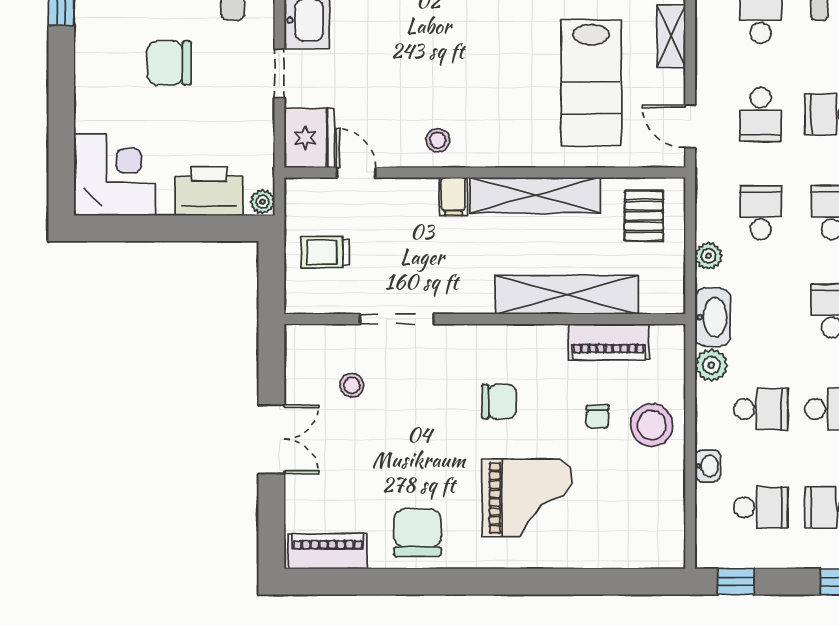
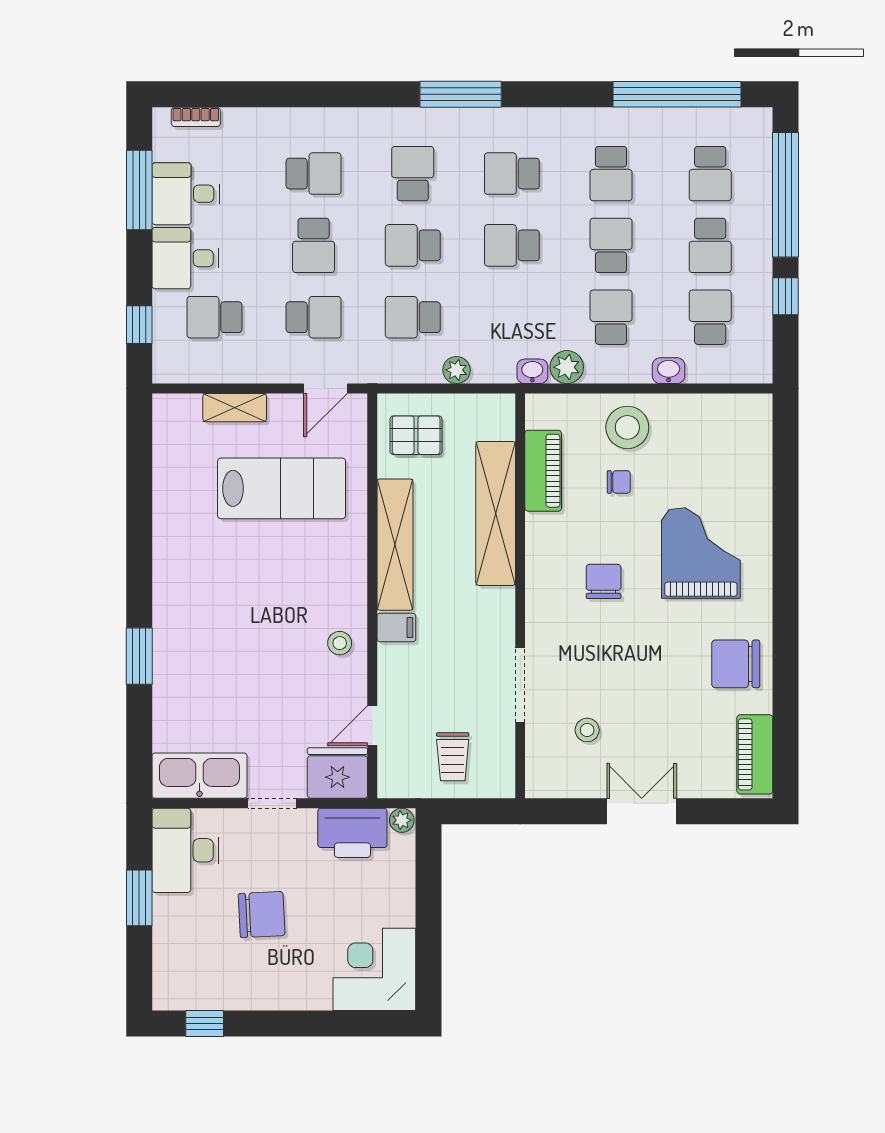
chair: (169, 63) -> (262, 915), turned -93
printer: (209, 191) -> (352, 833), moved, turned -90
washbasin: (713, 317) -> (532, 371), width x0.52, depth x0.69
window: (736, 582) -> (785, 296), moved

